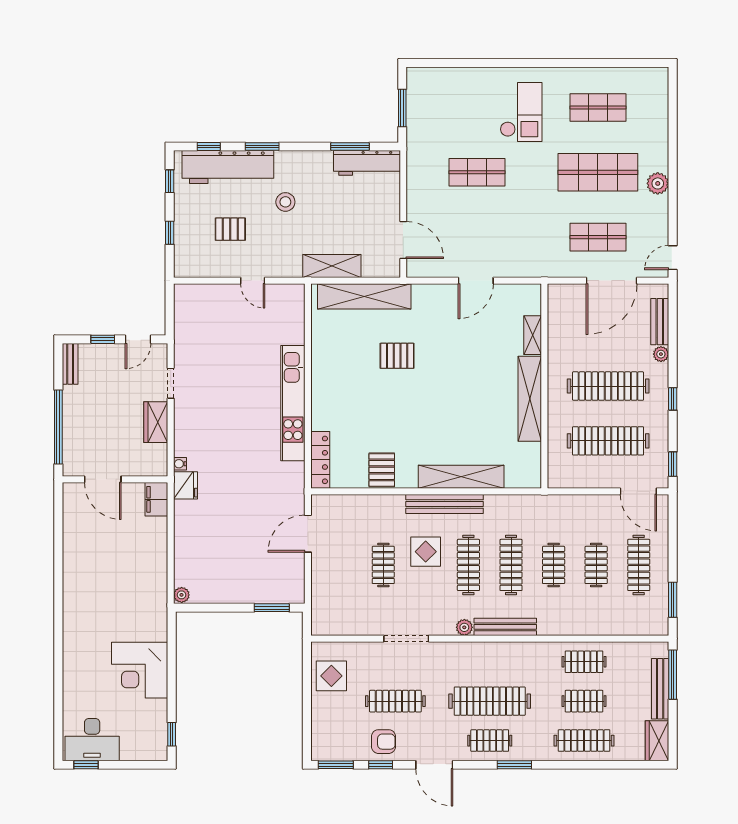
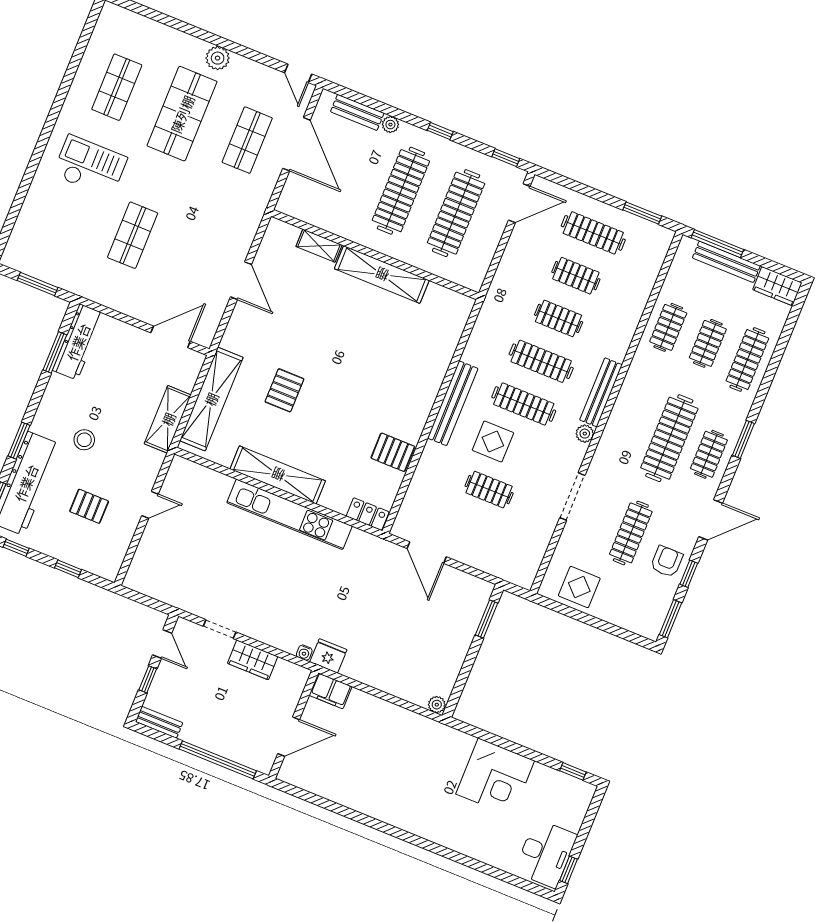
pallet: (230, 229) -> (89, 506), turned 90
locker: (320, 460) -> (368, 514), width x0.66
shelving: (461, 477) -> (278, 475), moved, turned 90

